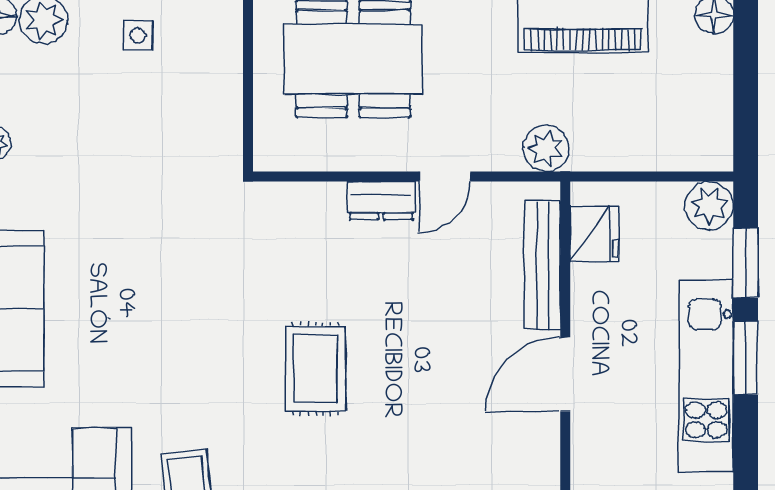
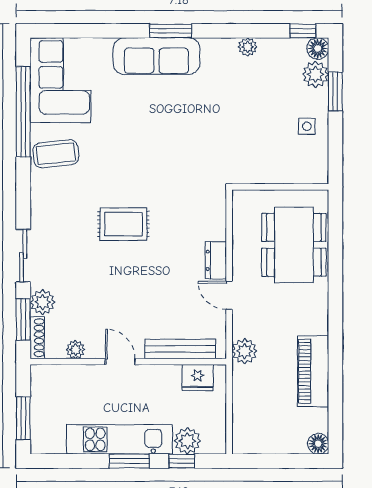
plant: (709, 206) -> (187, 441), moved
window: (746, 263) -> (182, 461), width x0.67
door: (565, 374) -> (120, 362), width x0.73
plant: (543, 455) -> (76, 350), added

